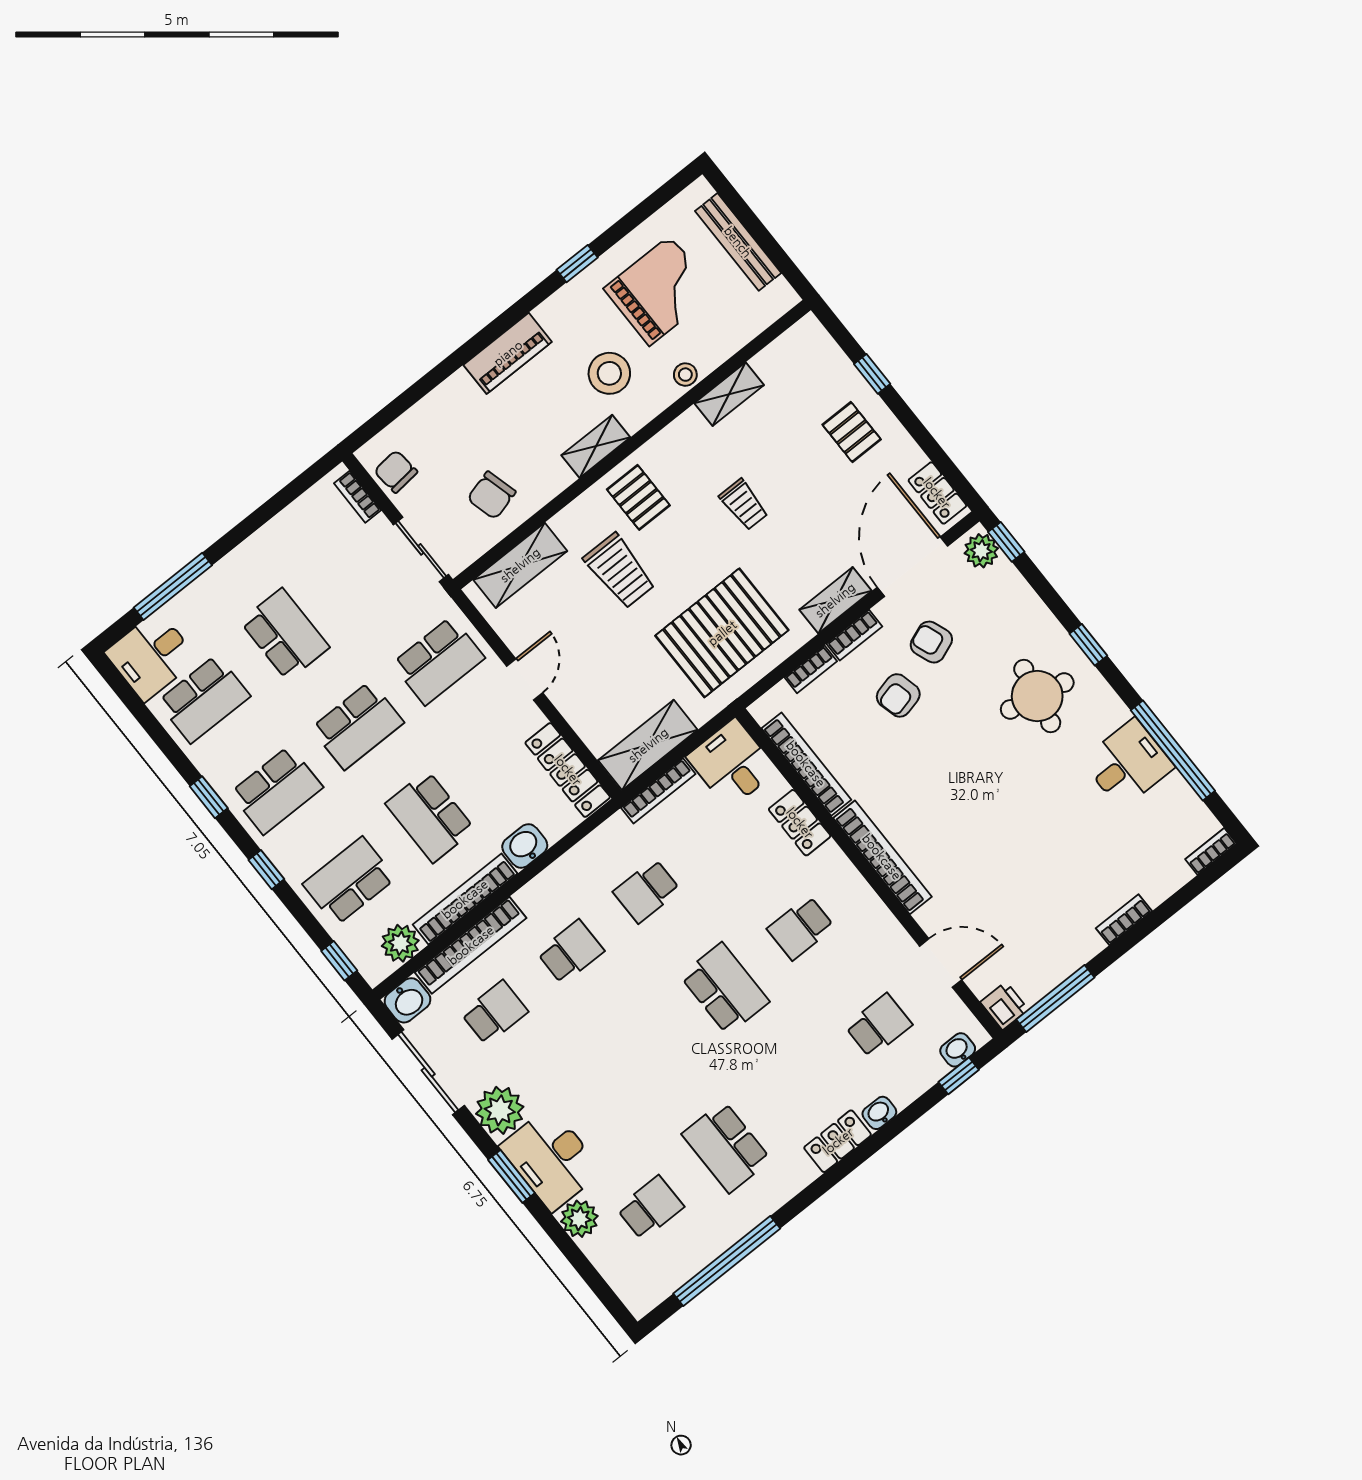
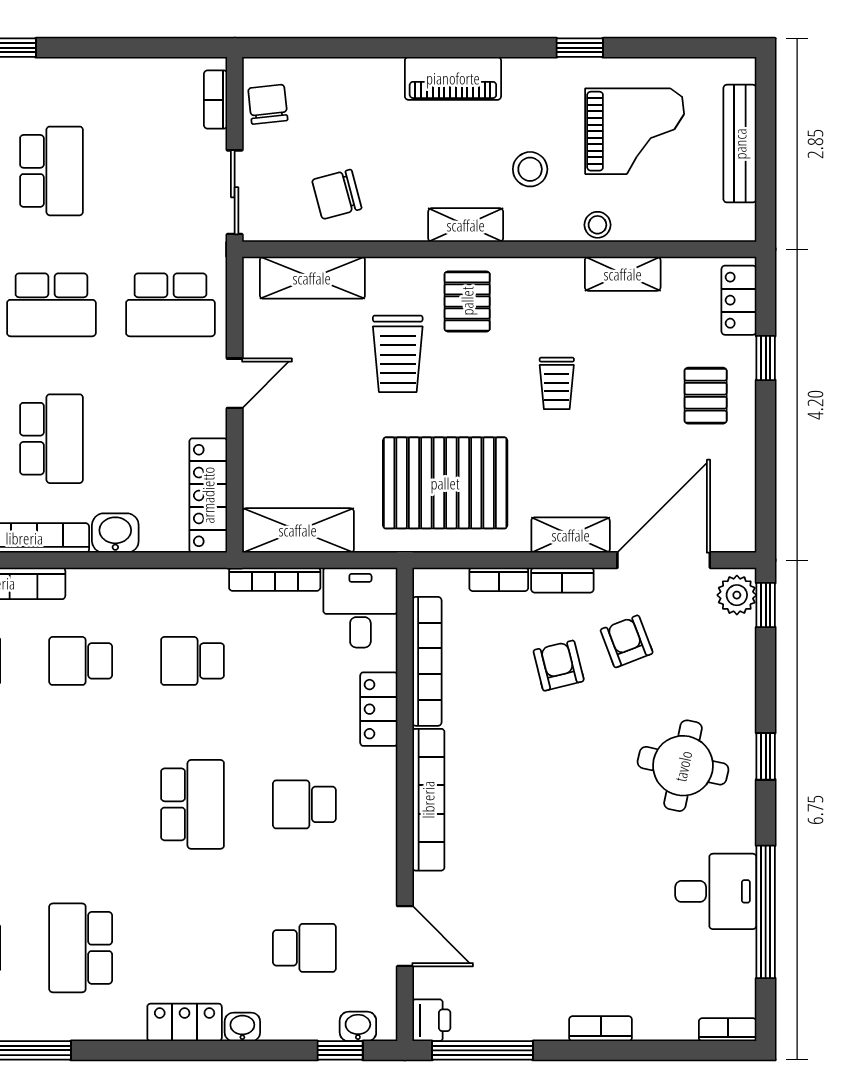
stool: (609, 373) -> (530, 169), width x0.73, depth x0.73
locker: (937, 493) -> (739, 300), moved
armchair: (898, 695) -> (559, 666), turned 90
school desk: (430, 816) -> (51, 439), turned 180
school desk: (571, 952) -> (81, 661), turned 180

